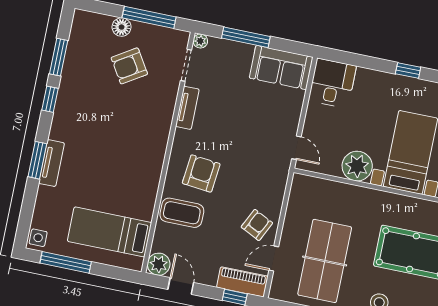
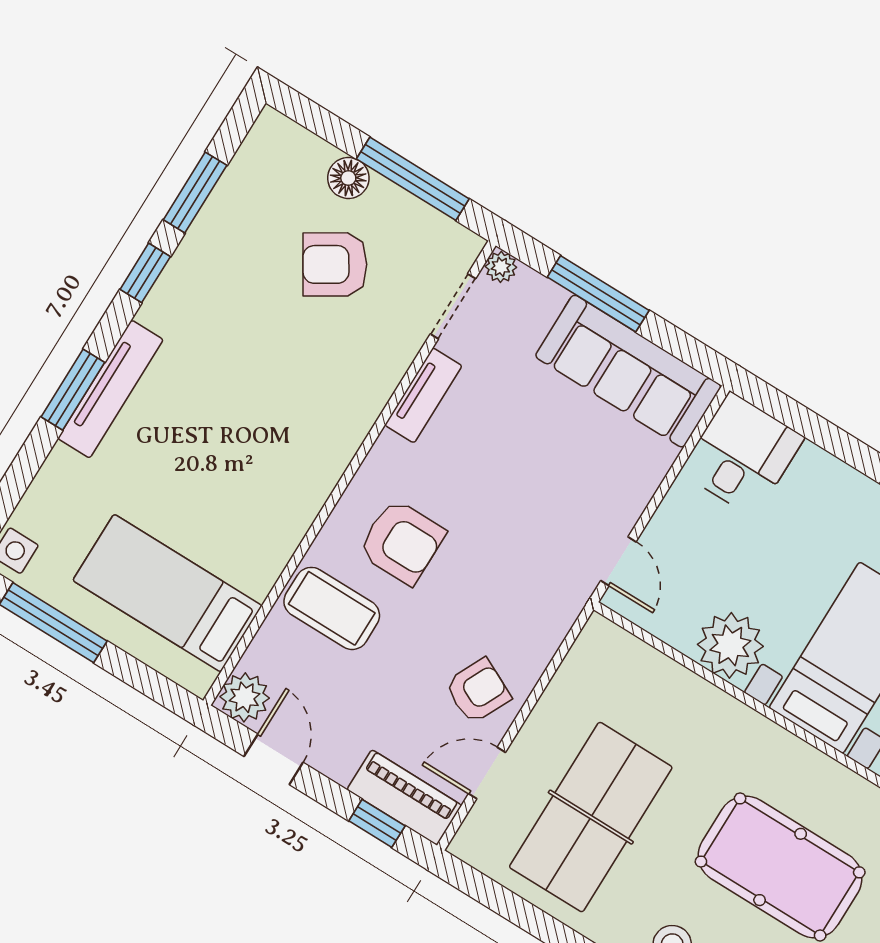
sofa: (281, 68) -> (628, 371), width x1.36
tv unit: (52, 163) -> (110, 389), width x1.41
armchair: (201, 173) -> (402, 542), turned 84

